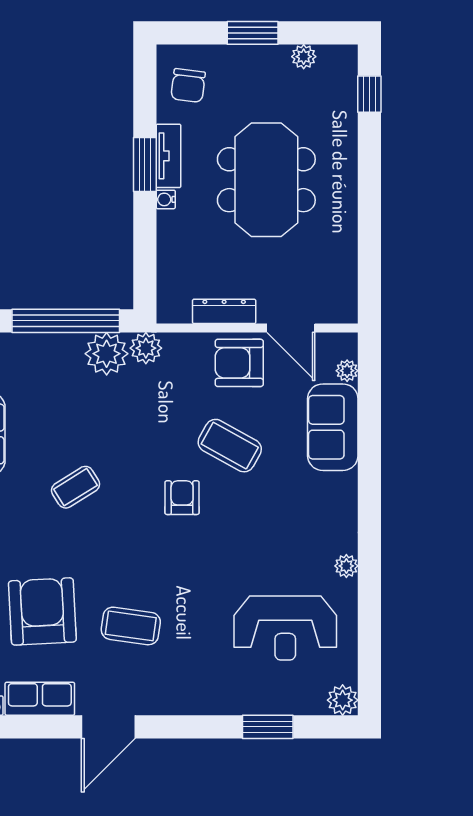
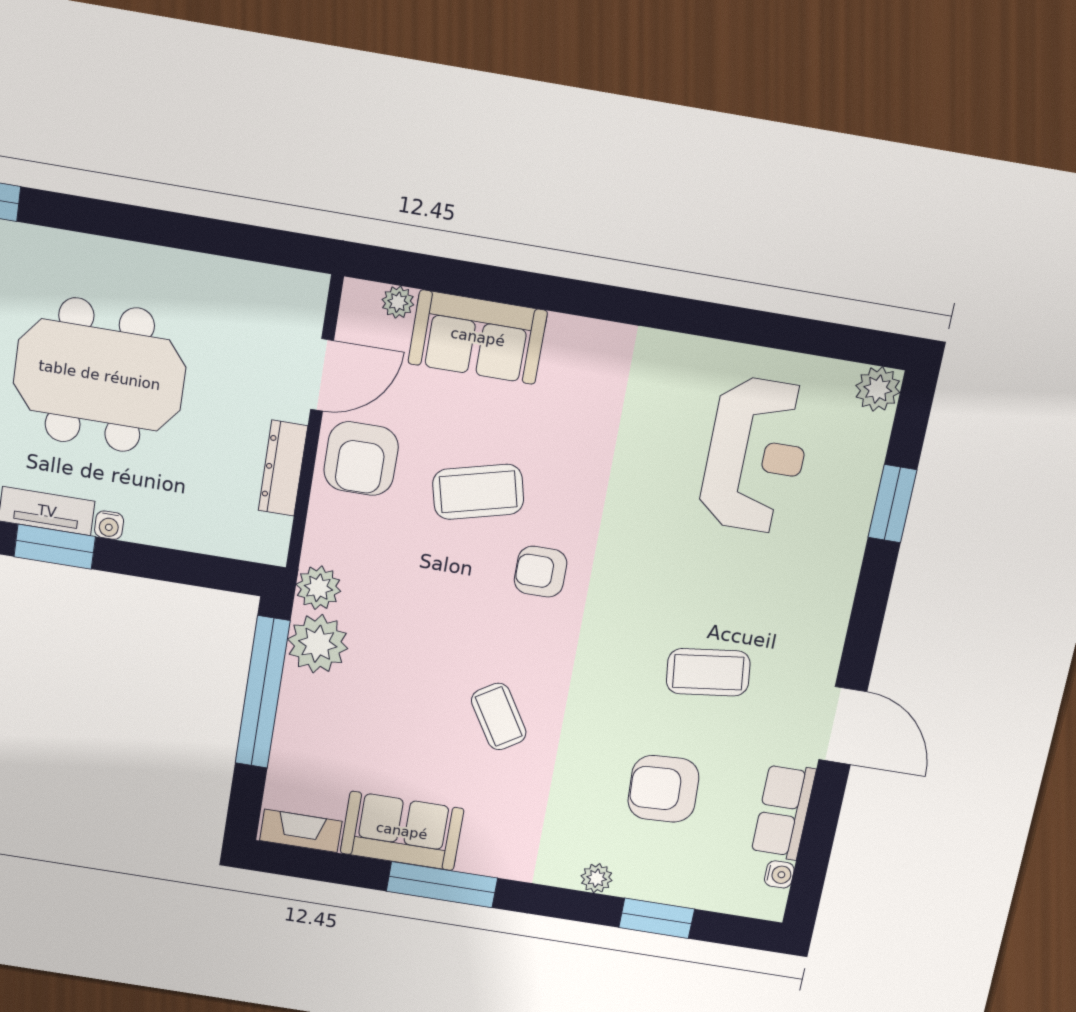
coffee table: (230, 446) -> (478, 492), turned 47
plant: (346, 566) -> (684, 351), removed
armchair: (42, 611) -> (663, 789), width x0.73, depth x0.73
coffee table: (131, 626) -> (708, 672), turned 75

